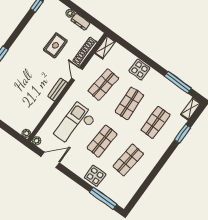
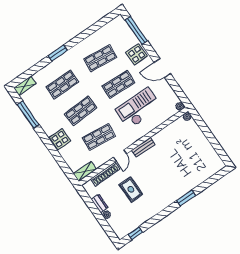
rug: (55, 45) -> (131, 189), turned 90
checkout: (75, 125) -> (138, 108), turned 180
window: (182, 134) -> (58, 53), moved
door: (50, 160) -> (162, 68), moved

